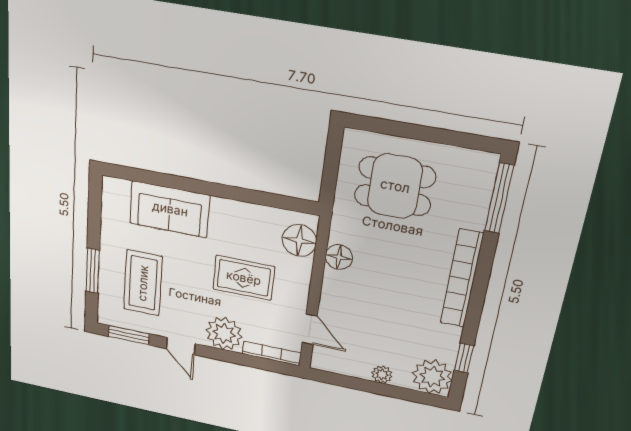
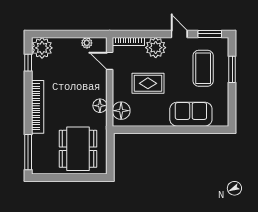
dining table: (395, 186) -> (78, 149), width x1.38
plant: (382, 374) -> (87, 43), moved

